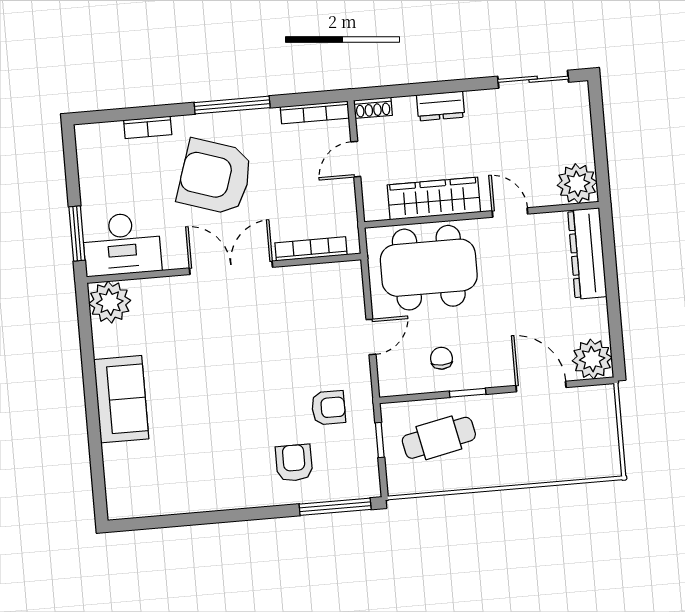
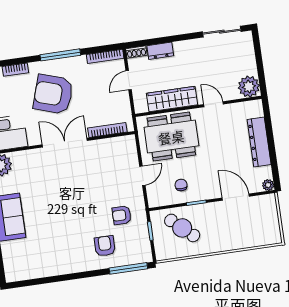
dresser: (441, 106) -> (160, 51), moved
dresser: (587, 253) -> (259, 142), moved
plant: (592, 359) -> (268, 185), width x0.53, depth x0.53
armchair: (328, 408) -> (122, 215), turned 180
cafe table: (439, 438) -> (182, 228), turned 54

